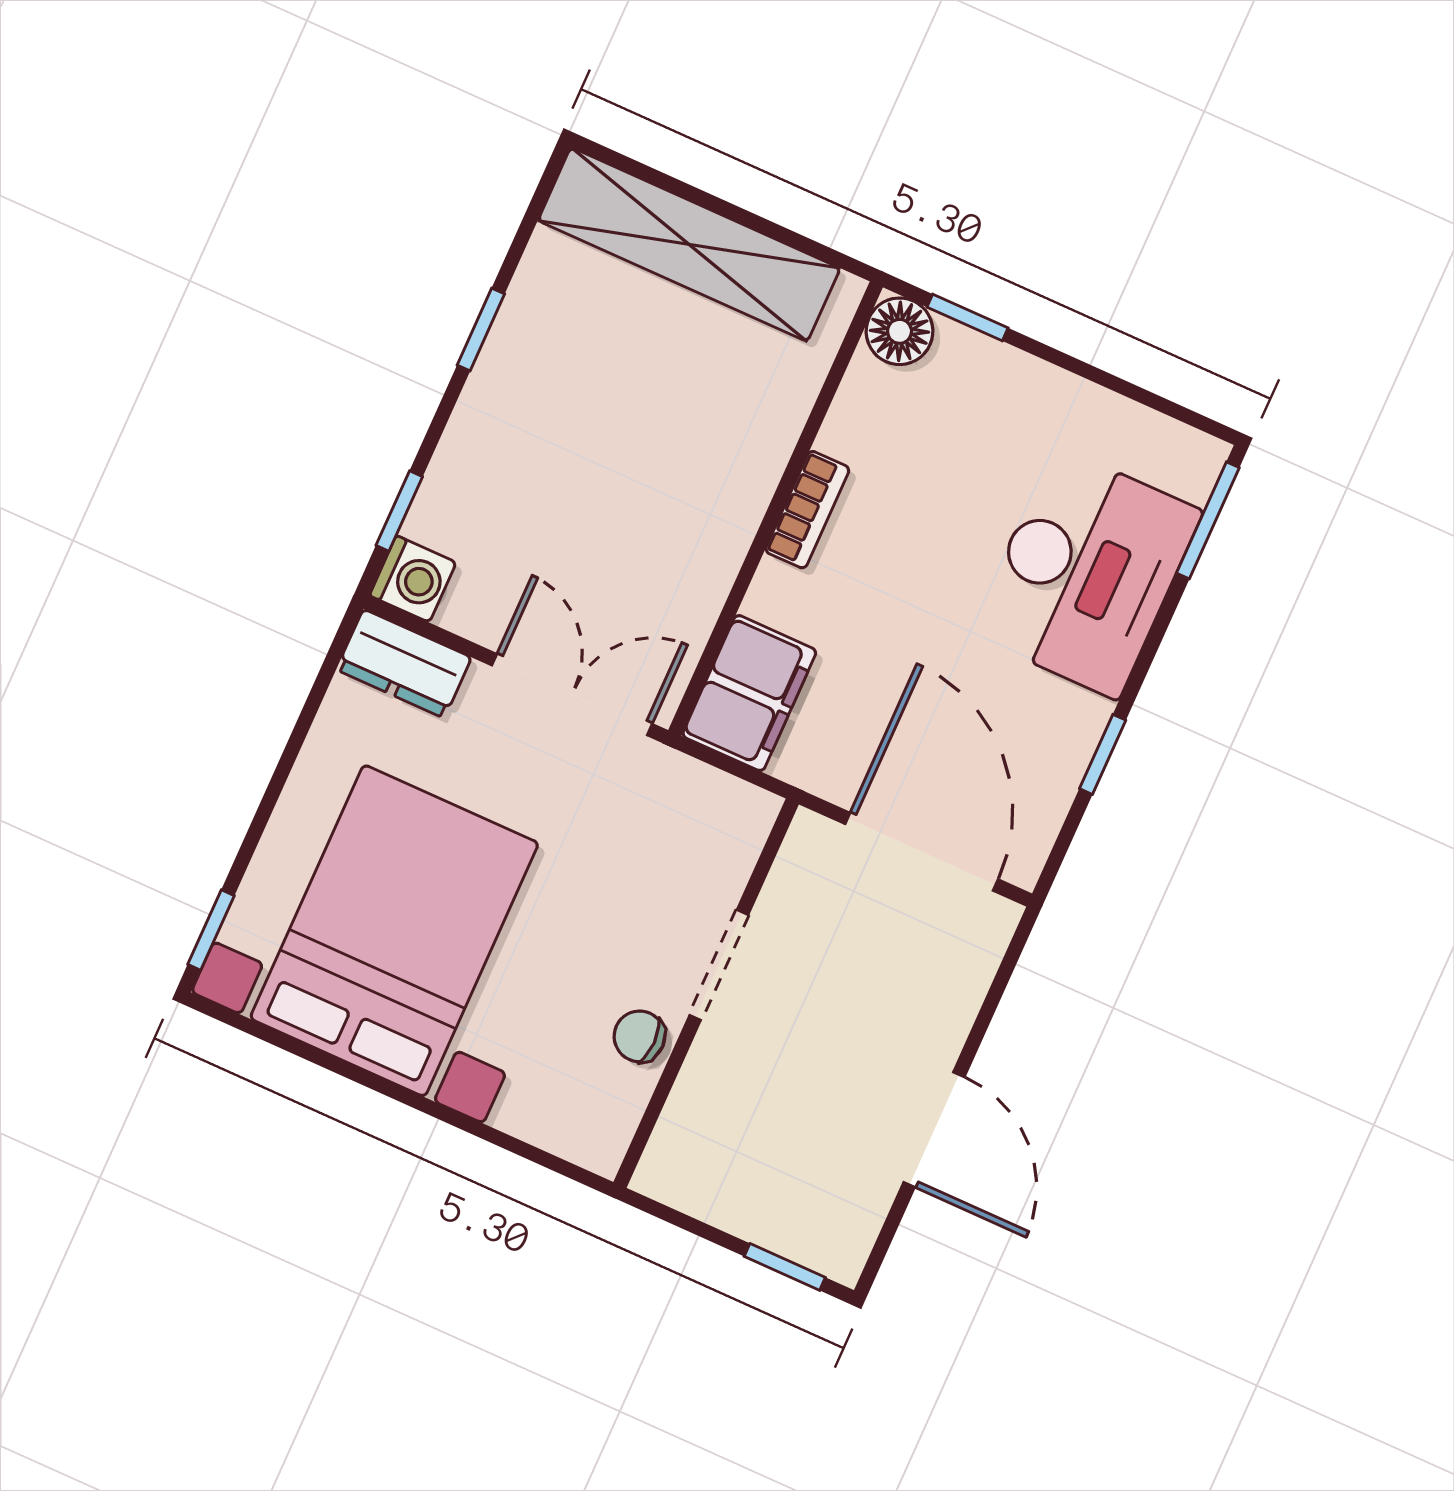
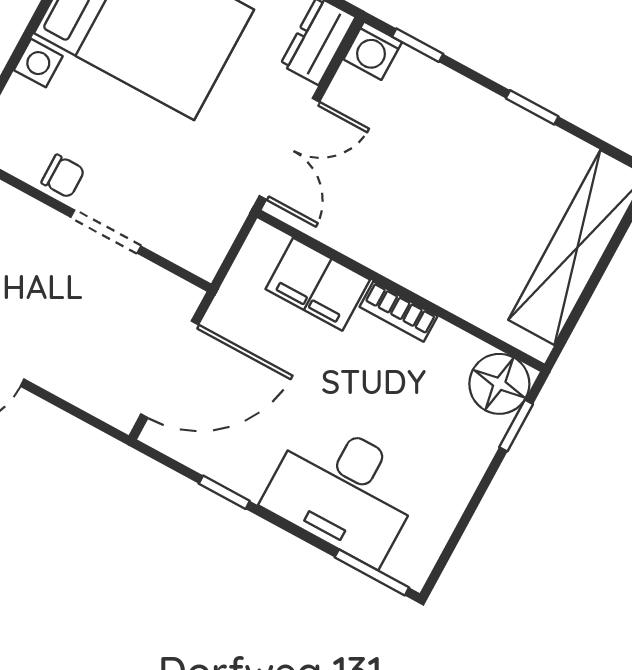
floor lamp: (900, 331) -> (499, 384), width x1.38, depth x1.38
filing cabinet: (749, 693) -> (318, 284), moved
chair: (639, 1036) -> (63, 176), turned 90

